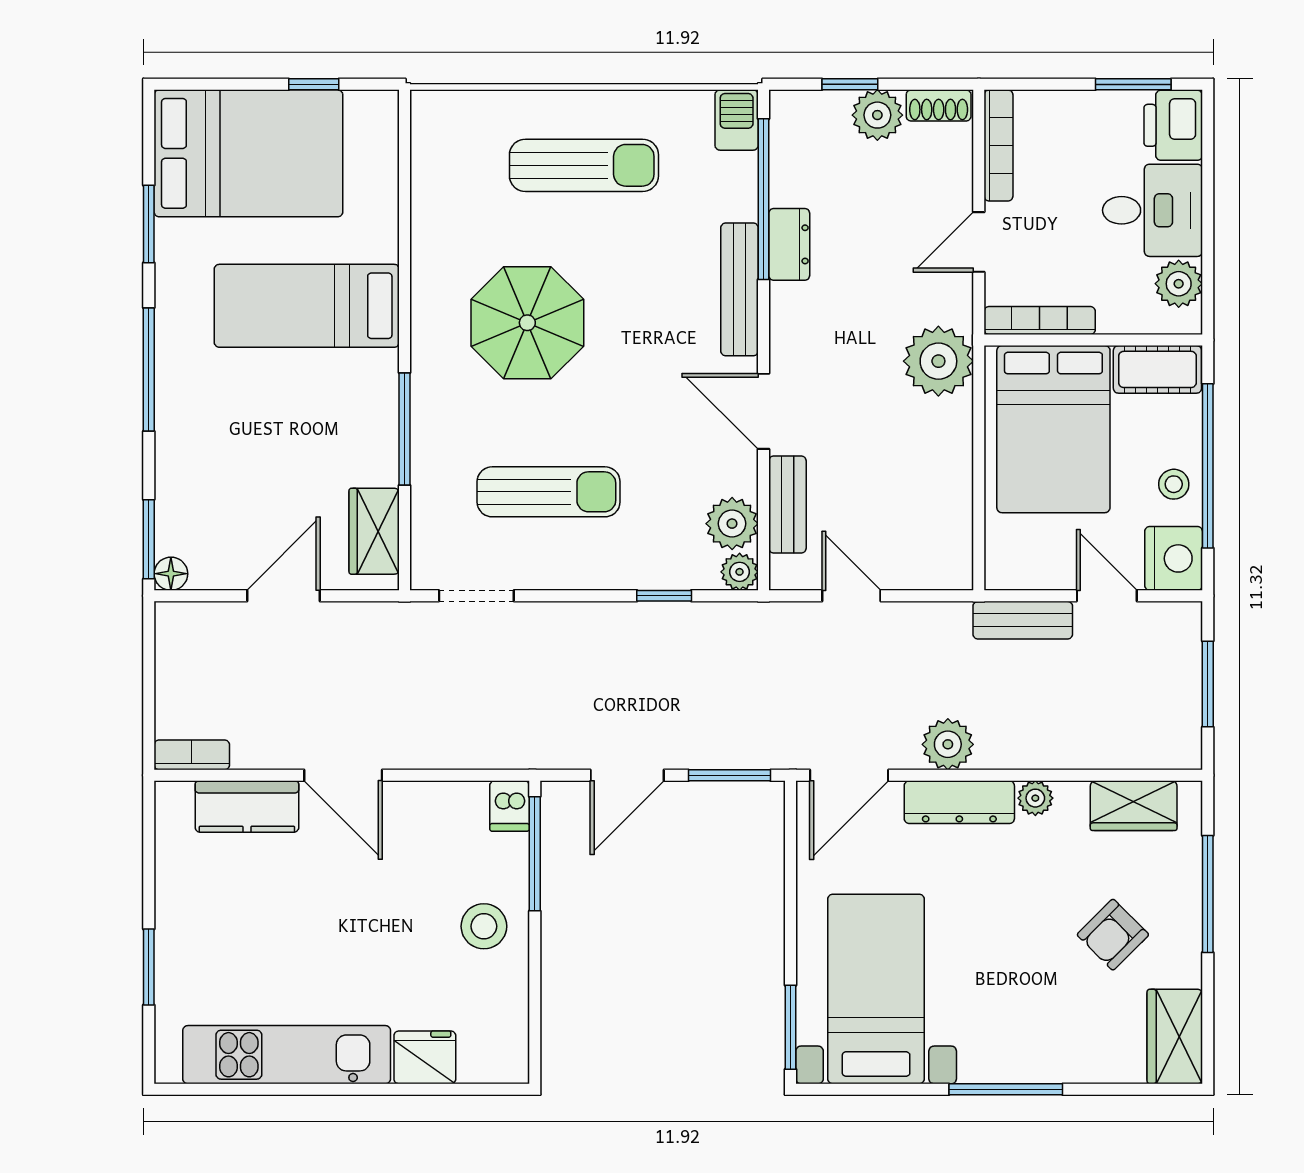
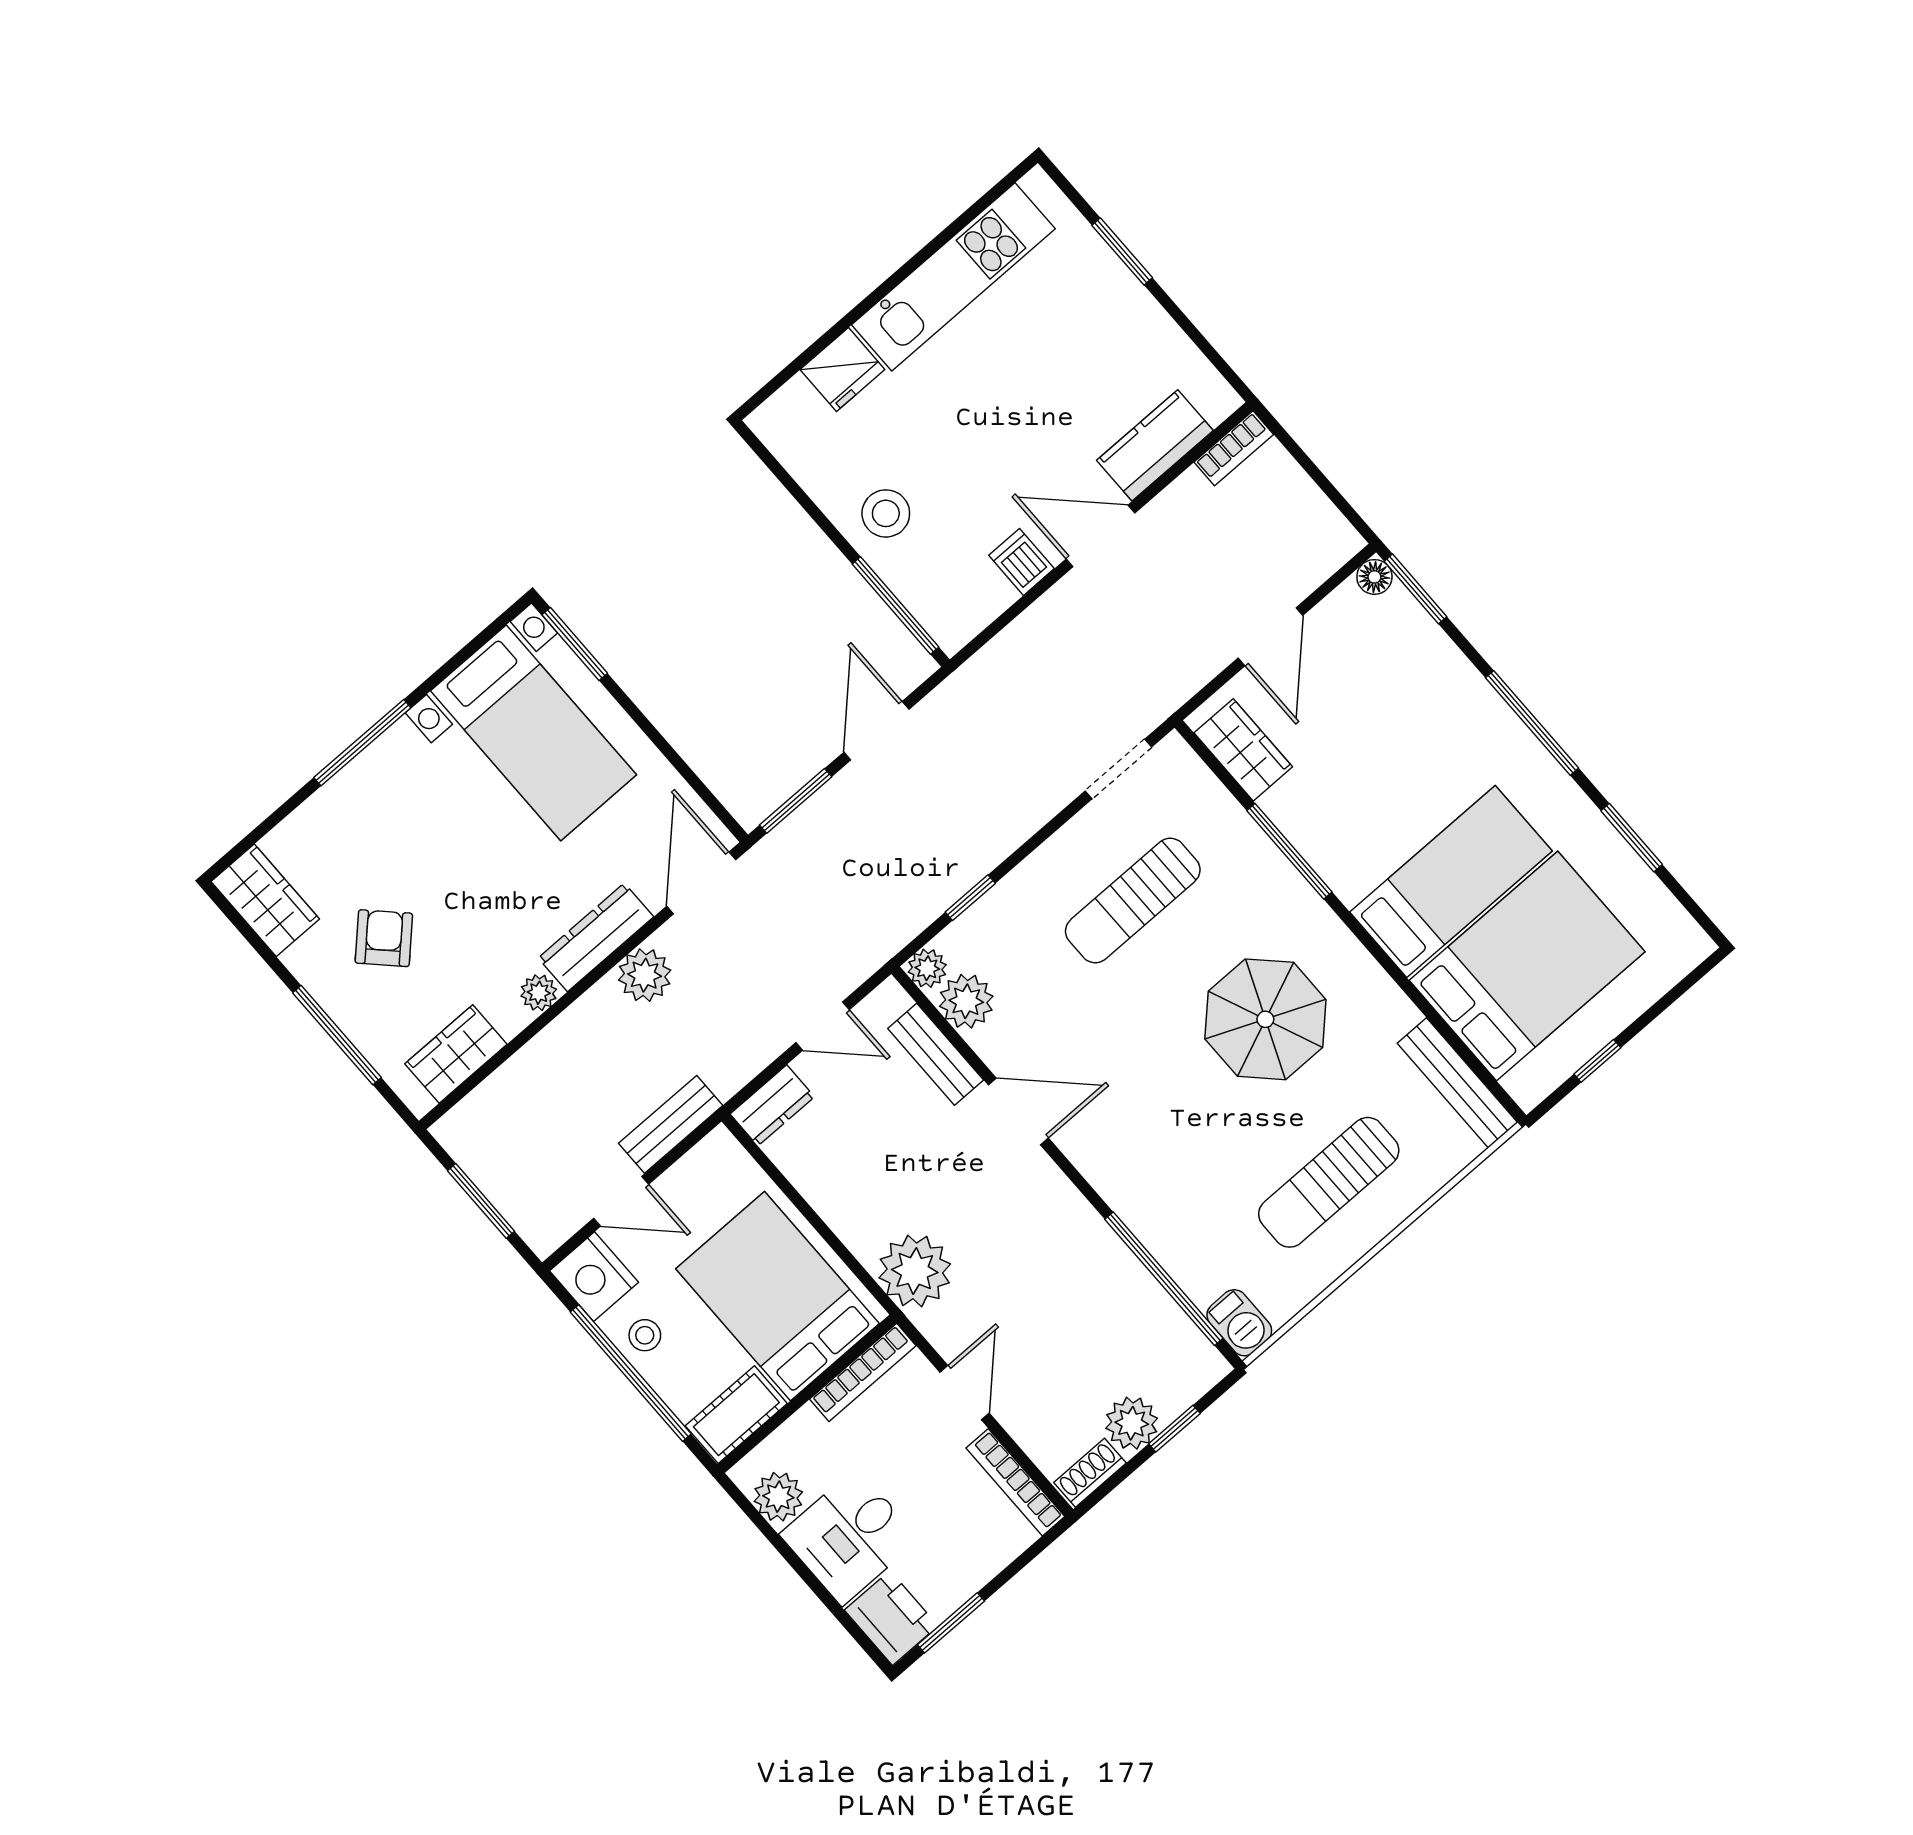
bed: (248, 153) -> (1527, 966), moved, turned 180
dresser: (789, 244) -> (772, 1105), moved, turned -90
bench: (740, 289) -> (1458, 1083), moved
dishwasher: (510, 806) -> (1021, 562), moved

